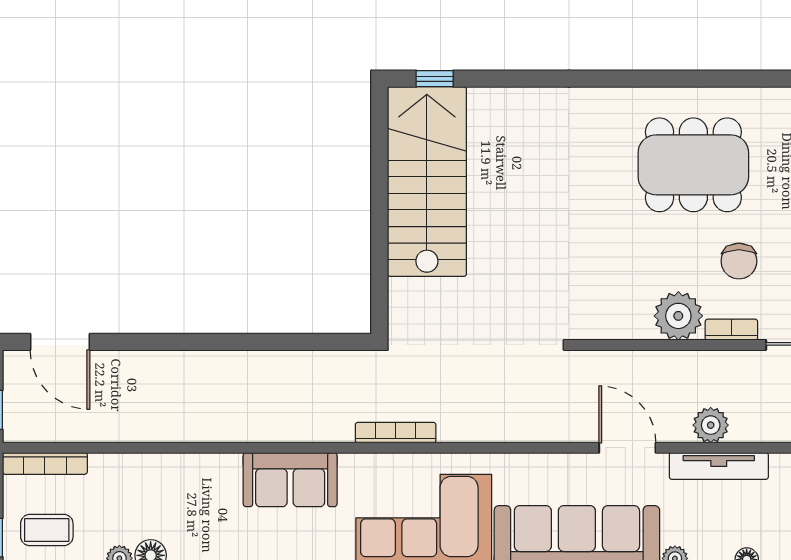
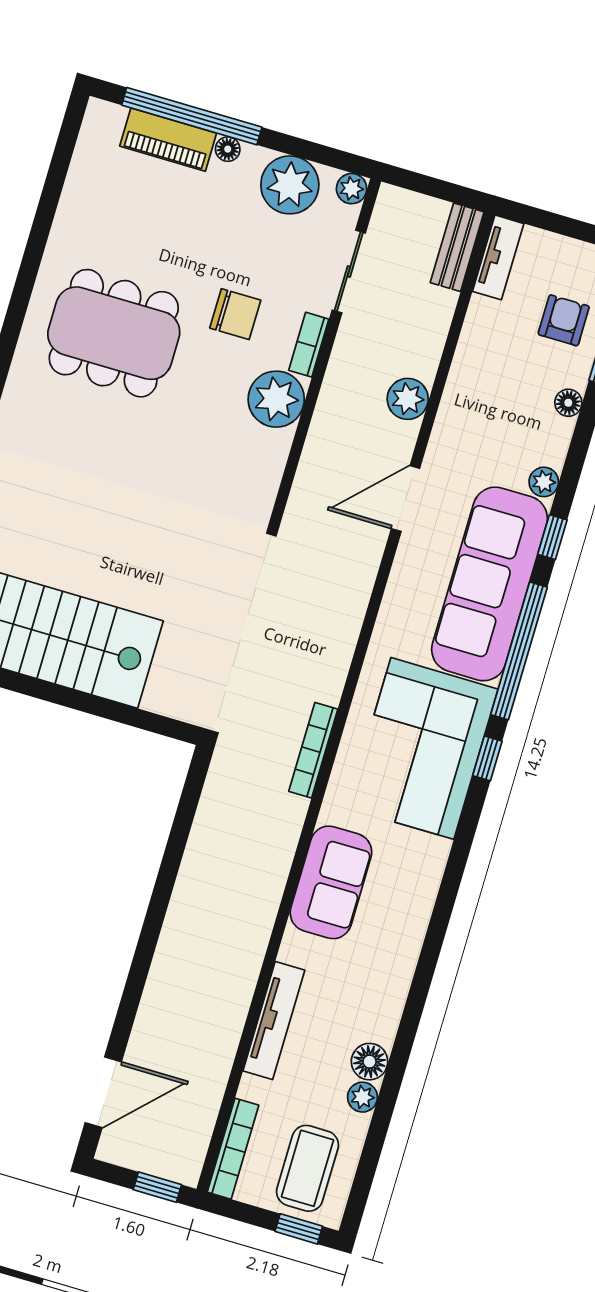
dining table: (693, 165) -> (114, 333), turned 90
tv unit: (719, 466) -> (274, 1020), moved
coffee table: (47, 530) -> (307, 1168), width x1.36, depth x1.30

